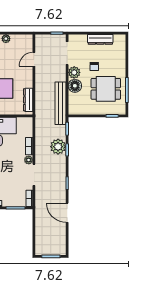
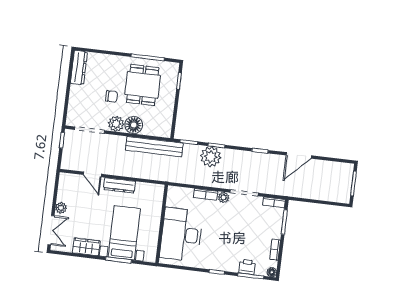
dresser: (100, 39) -> (79, 68), moved
dresser: (28, 100) -> (120, 185), moved

